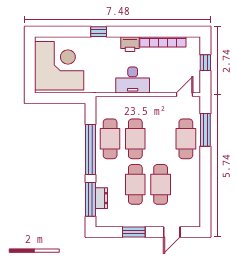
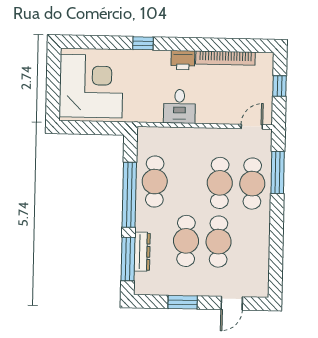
desk: (133, 80) -> (180, 106), width x0.73
cafe table: (135, 139) -> (220, 183), moved
dresser: (101, 198) -> (142, 252), width x1.44

